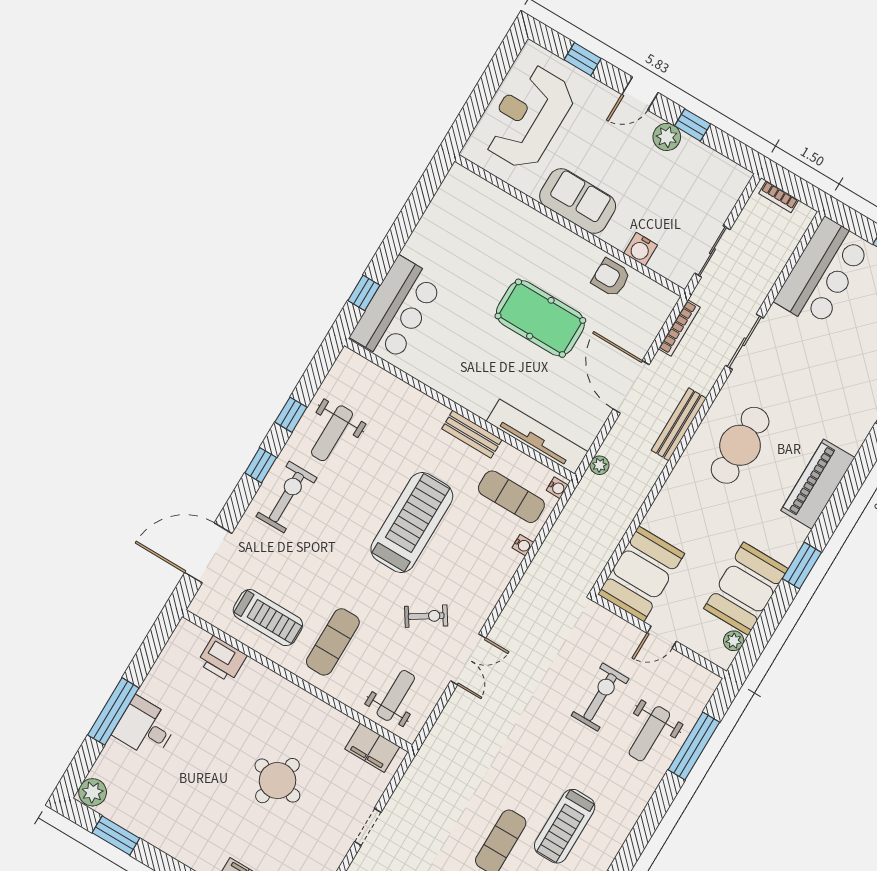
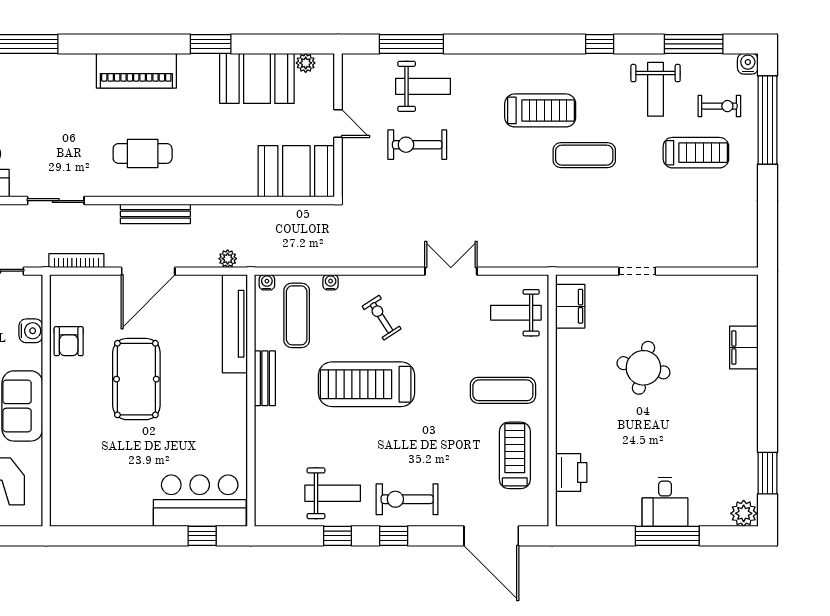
cafe table: (740, 445) -> (143, 153), width x0.73, depth x0.74
exercise bike: (426, 616) -> (382, 318), moved

